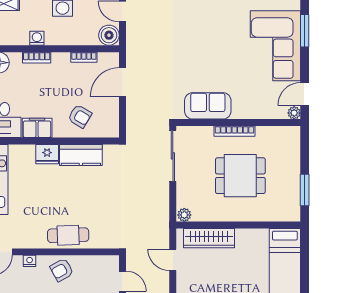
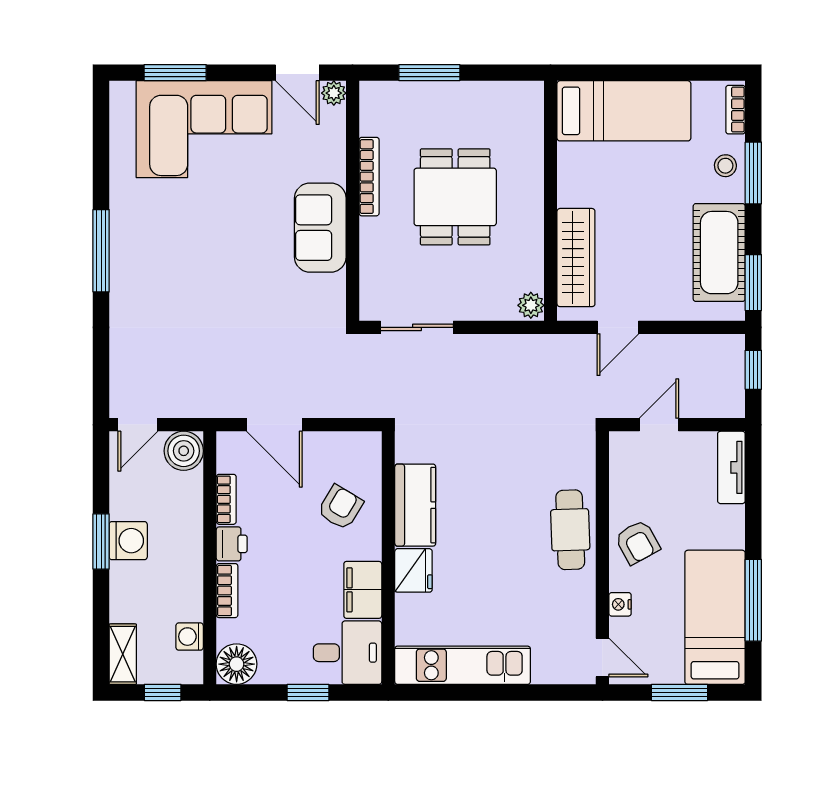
washing machine: (37, 38) -> (190, 637), moved
printer: (61, 60) -> (232, 544), added
sofa: (208, 106) -> (320, 228), moved
bookcase: (234, 131) -> (369, 177), moved
sliding door: (173, 156) -> (417, 327), width x0.73
window: (305, 190) -> (429, 73), moved

